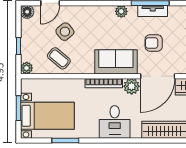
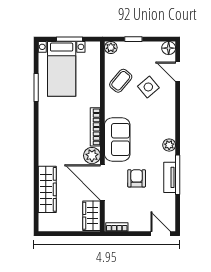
desk: (115, 122) -> (55, 138), removed

